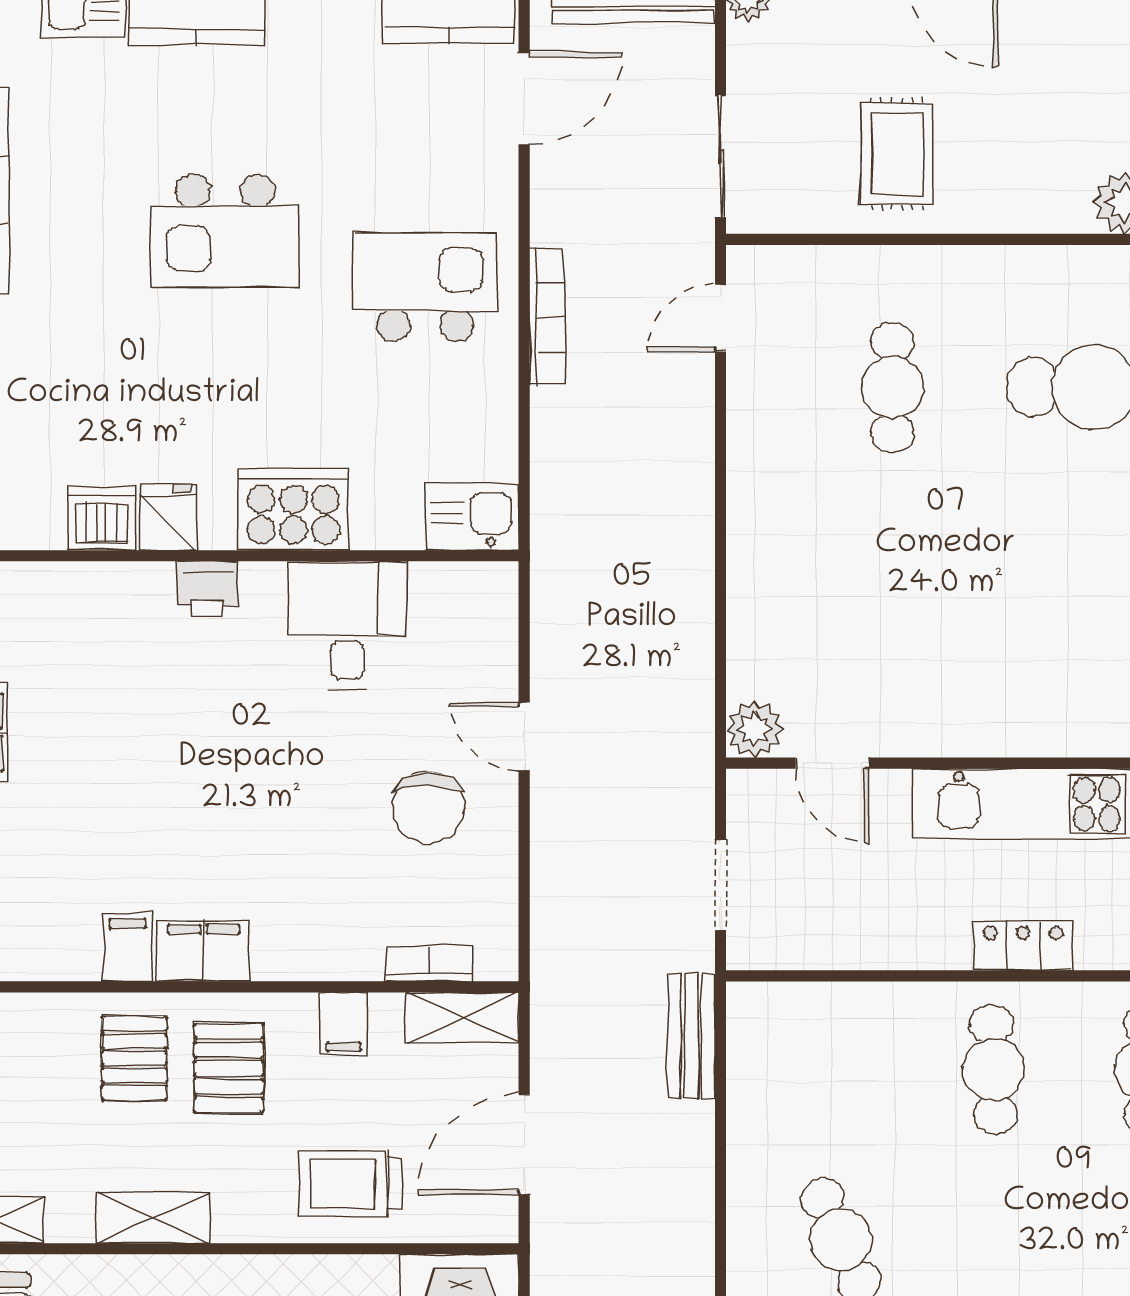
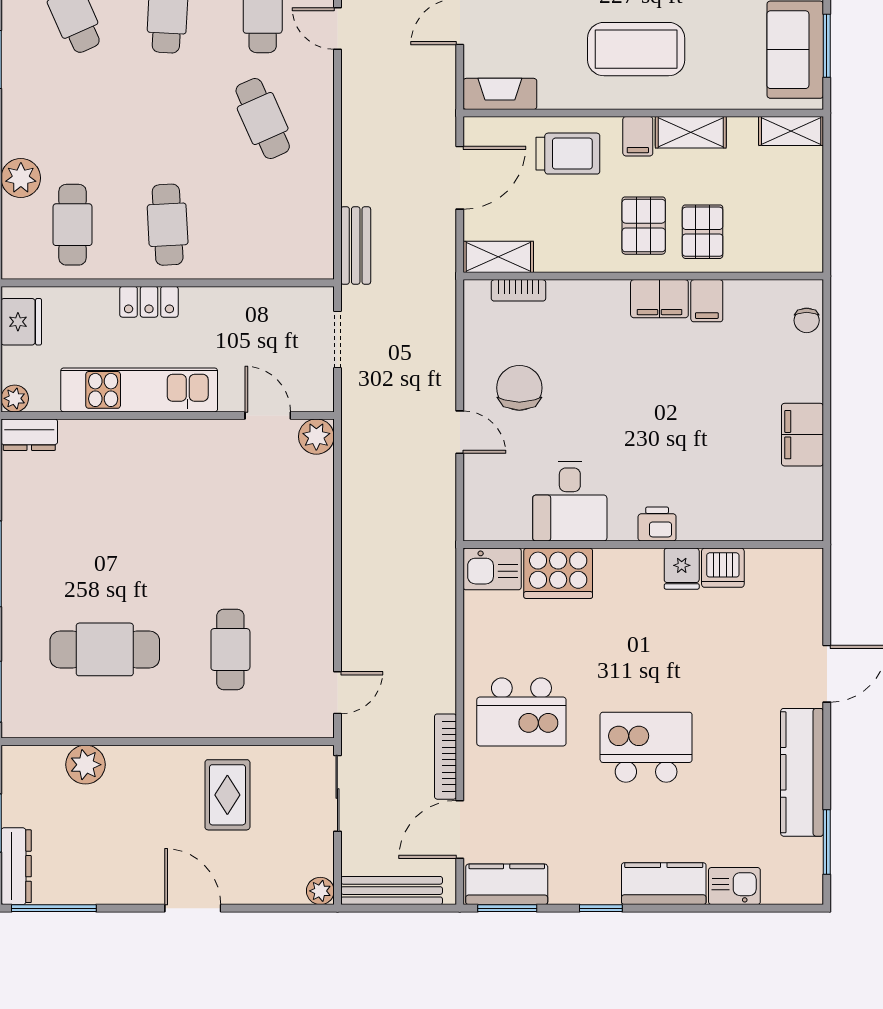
bookcase: (547, 317) -> (445, 757), moved
cooker: (294, 510) -> (558, 573), moved
filing cabinet: (344, 1024) -> (638, 136), moved, turned 180

